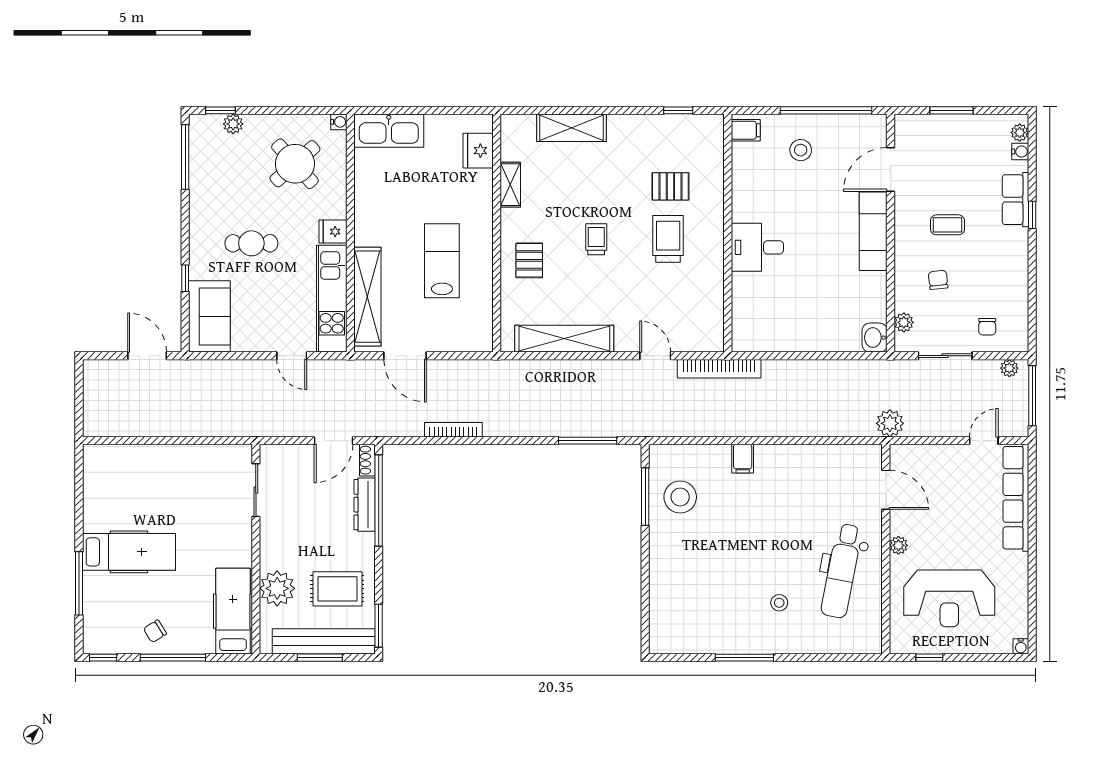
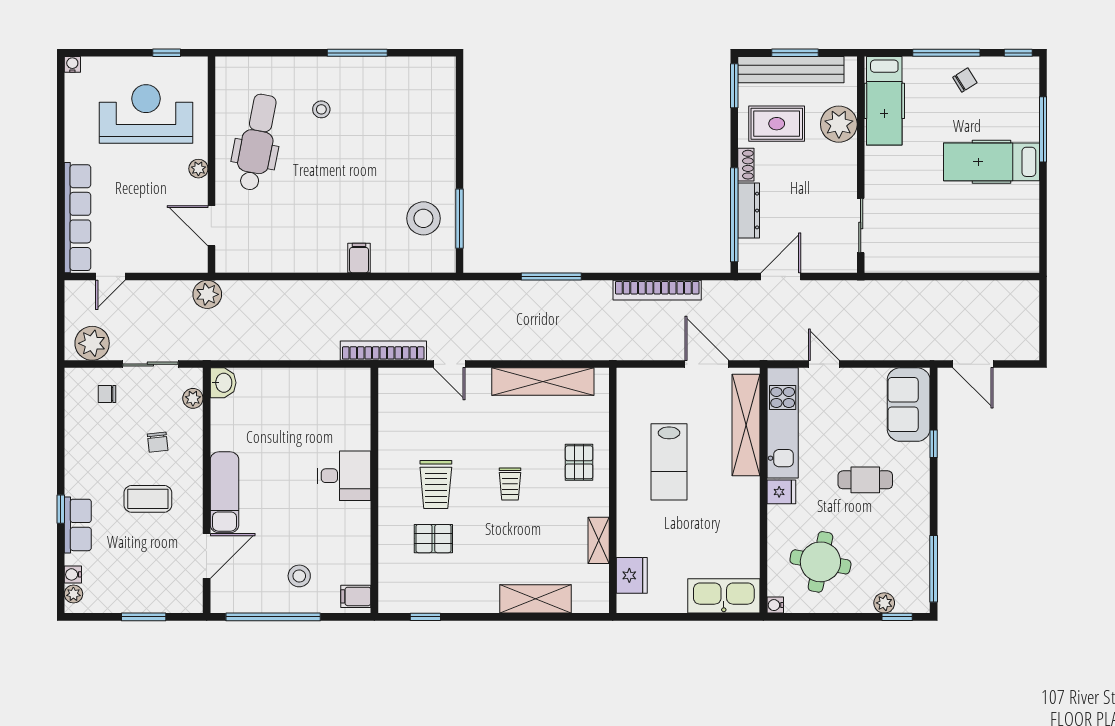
round table: (295, 164) -> (820, 562), turned -37
coffee table: (947, 225) -> (148, 499), width x1.36, depth x1.30
chair: (987, 327) -> (107, 394), turned -90
plant: (1009, 368) -> (92, 343), width x1.88, depth x1.88
window: (1032, 396) -> (61, 323), removed
bookcase: (453, 430) -> (657, 290), width x1.48, depth x1.31
window: (588, 441) -> (551, 276), moved
shoe rack: (367, 460) -> (746, 165), moved

